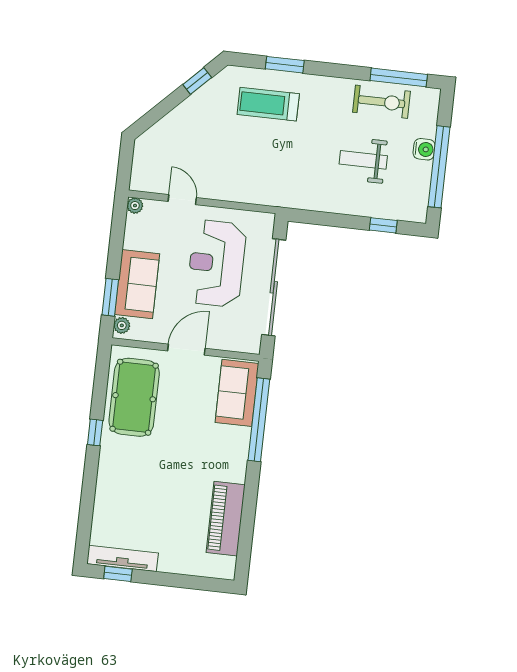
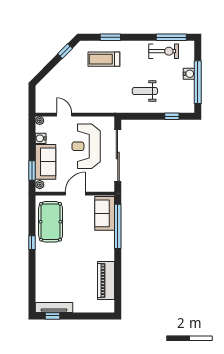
weight bench: (363, 160) -> (145, 91), moved
water cooler: (133, 239) -> (41, 138), added

